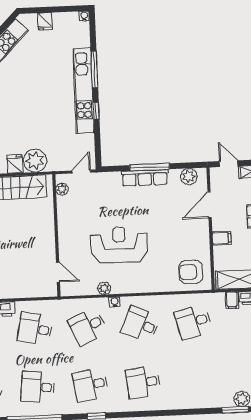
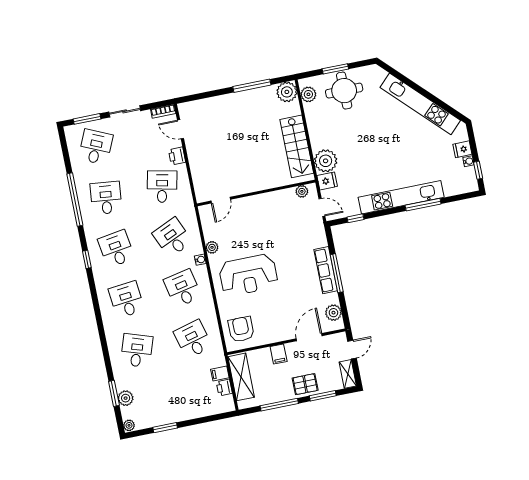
window: (68, 9) -> (478, 170), added
water cooler: (84, 16) -> (468, 161), moved
window: (96, 111) -> (355, 218), moved
fridge: (15, 164) -> (327, 181), moved
door: (210, 205) -> (309, 337), hinge flipped
reception desk: (119, 245) -> (248, 275), moved, turned 90
desk: (141, 324) -> (183, 288), turned -36
desk: (196, 380) -> (137, 351), added

